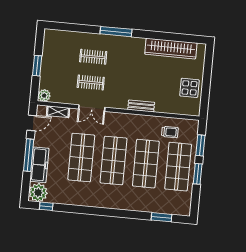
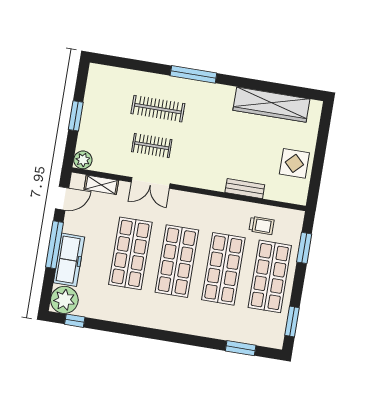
clothes rail: (93, 57) -> (158, 109), width x1.36
bench: (141, 106) -> (245, 189), moved
window: (198, 174) -> (292, 321), moved

